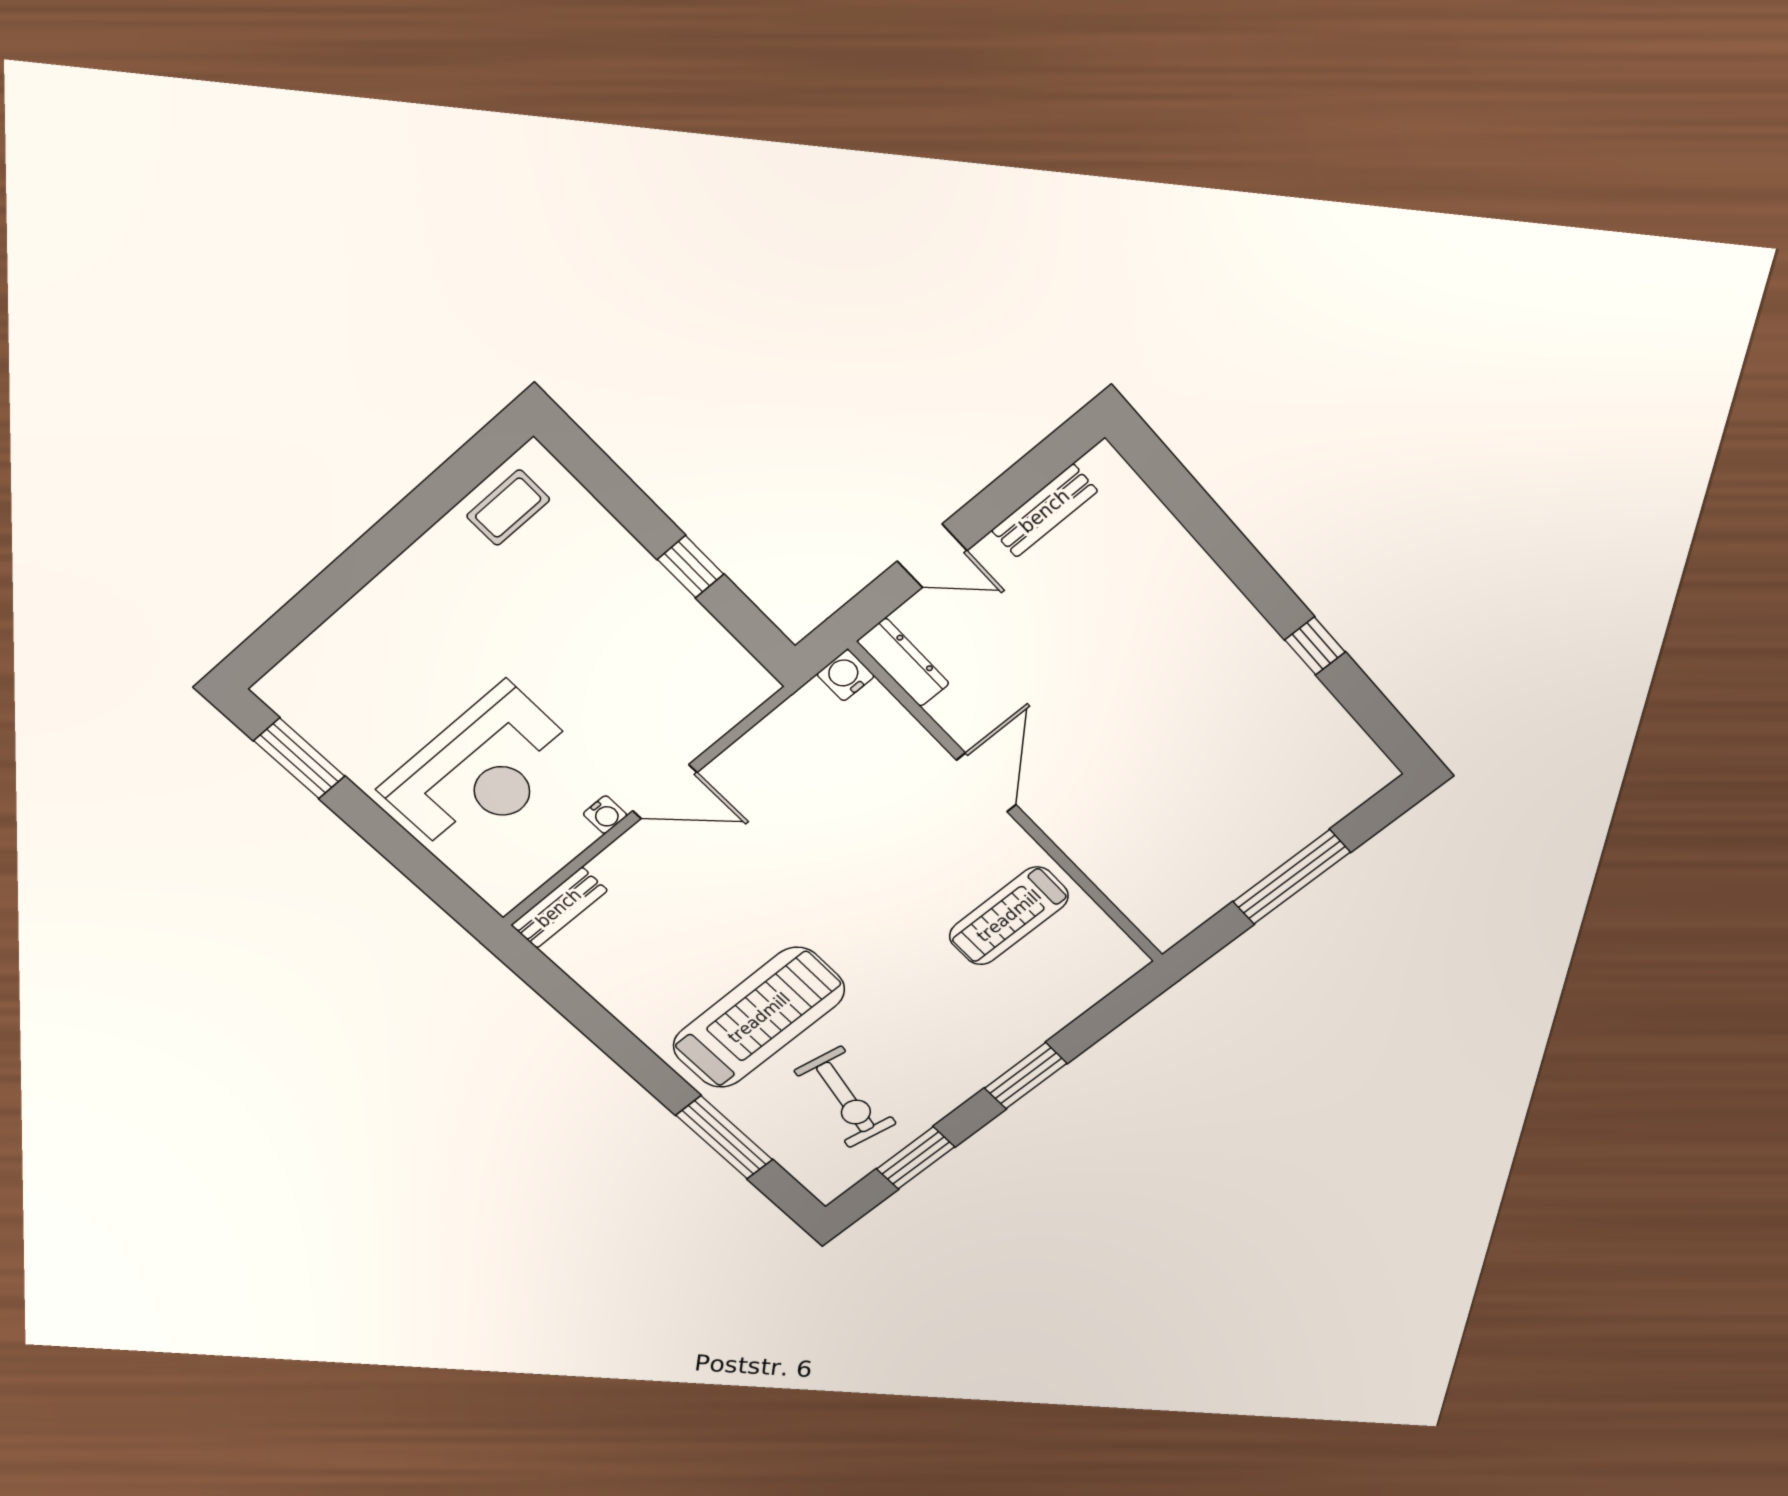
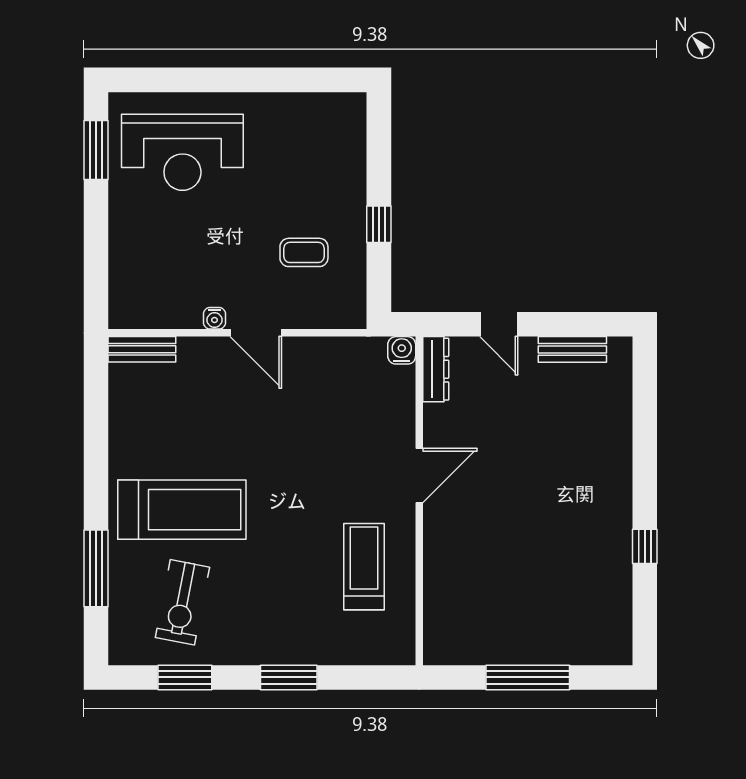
coffee table: (508, 508) -> (304, 252), moved
reception desk: (481, 772) -> (182, 152), moved
treadmill: (1009, 916) -> (364, 567), turned 90

